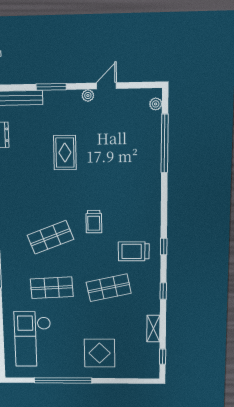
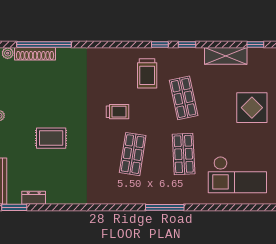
shoe rack: (155, 134) -> (35, 54), added
shop shelf: (50, 237) -> (133, 154), turned 30
window: (164, 246) -> (160, 45), moved
shelving: (153, 329) -> (226, 56), width x1.50, depth x1.33

